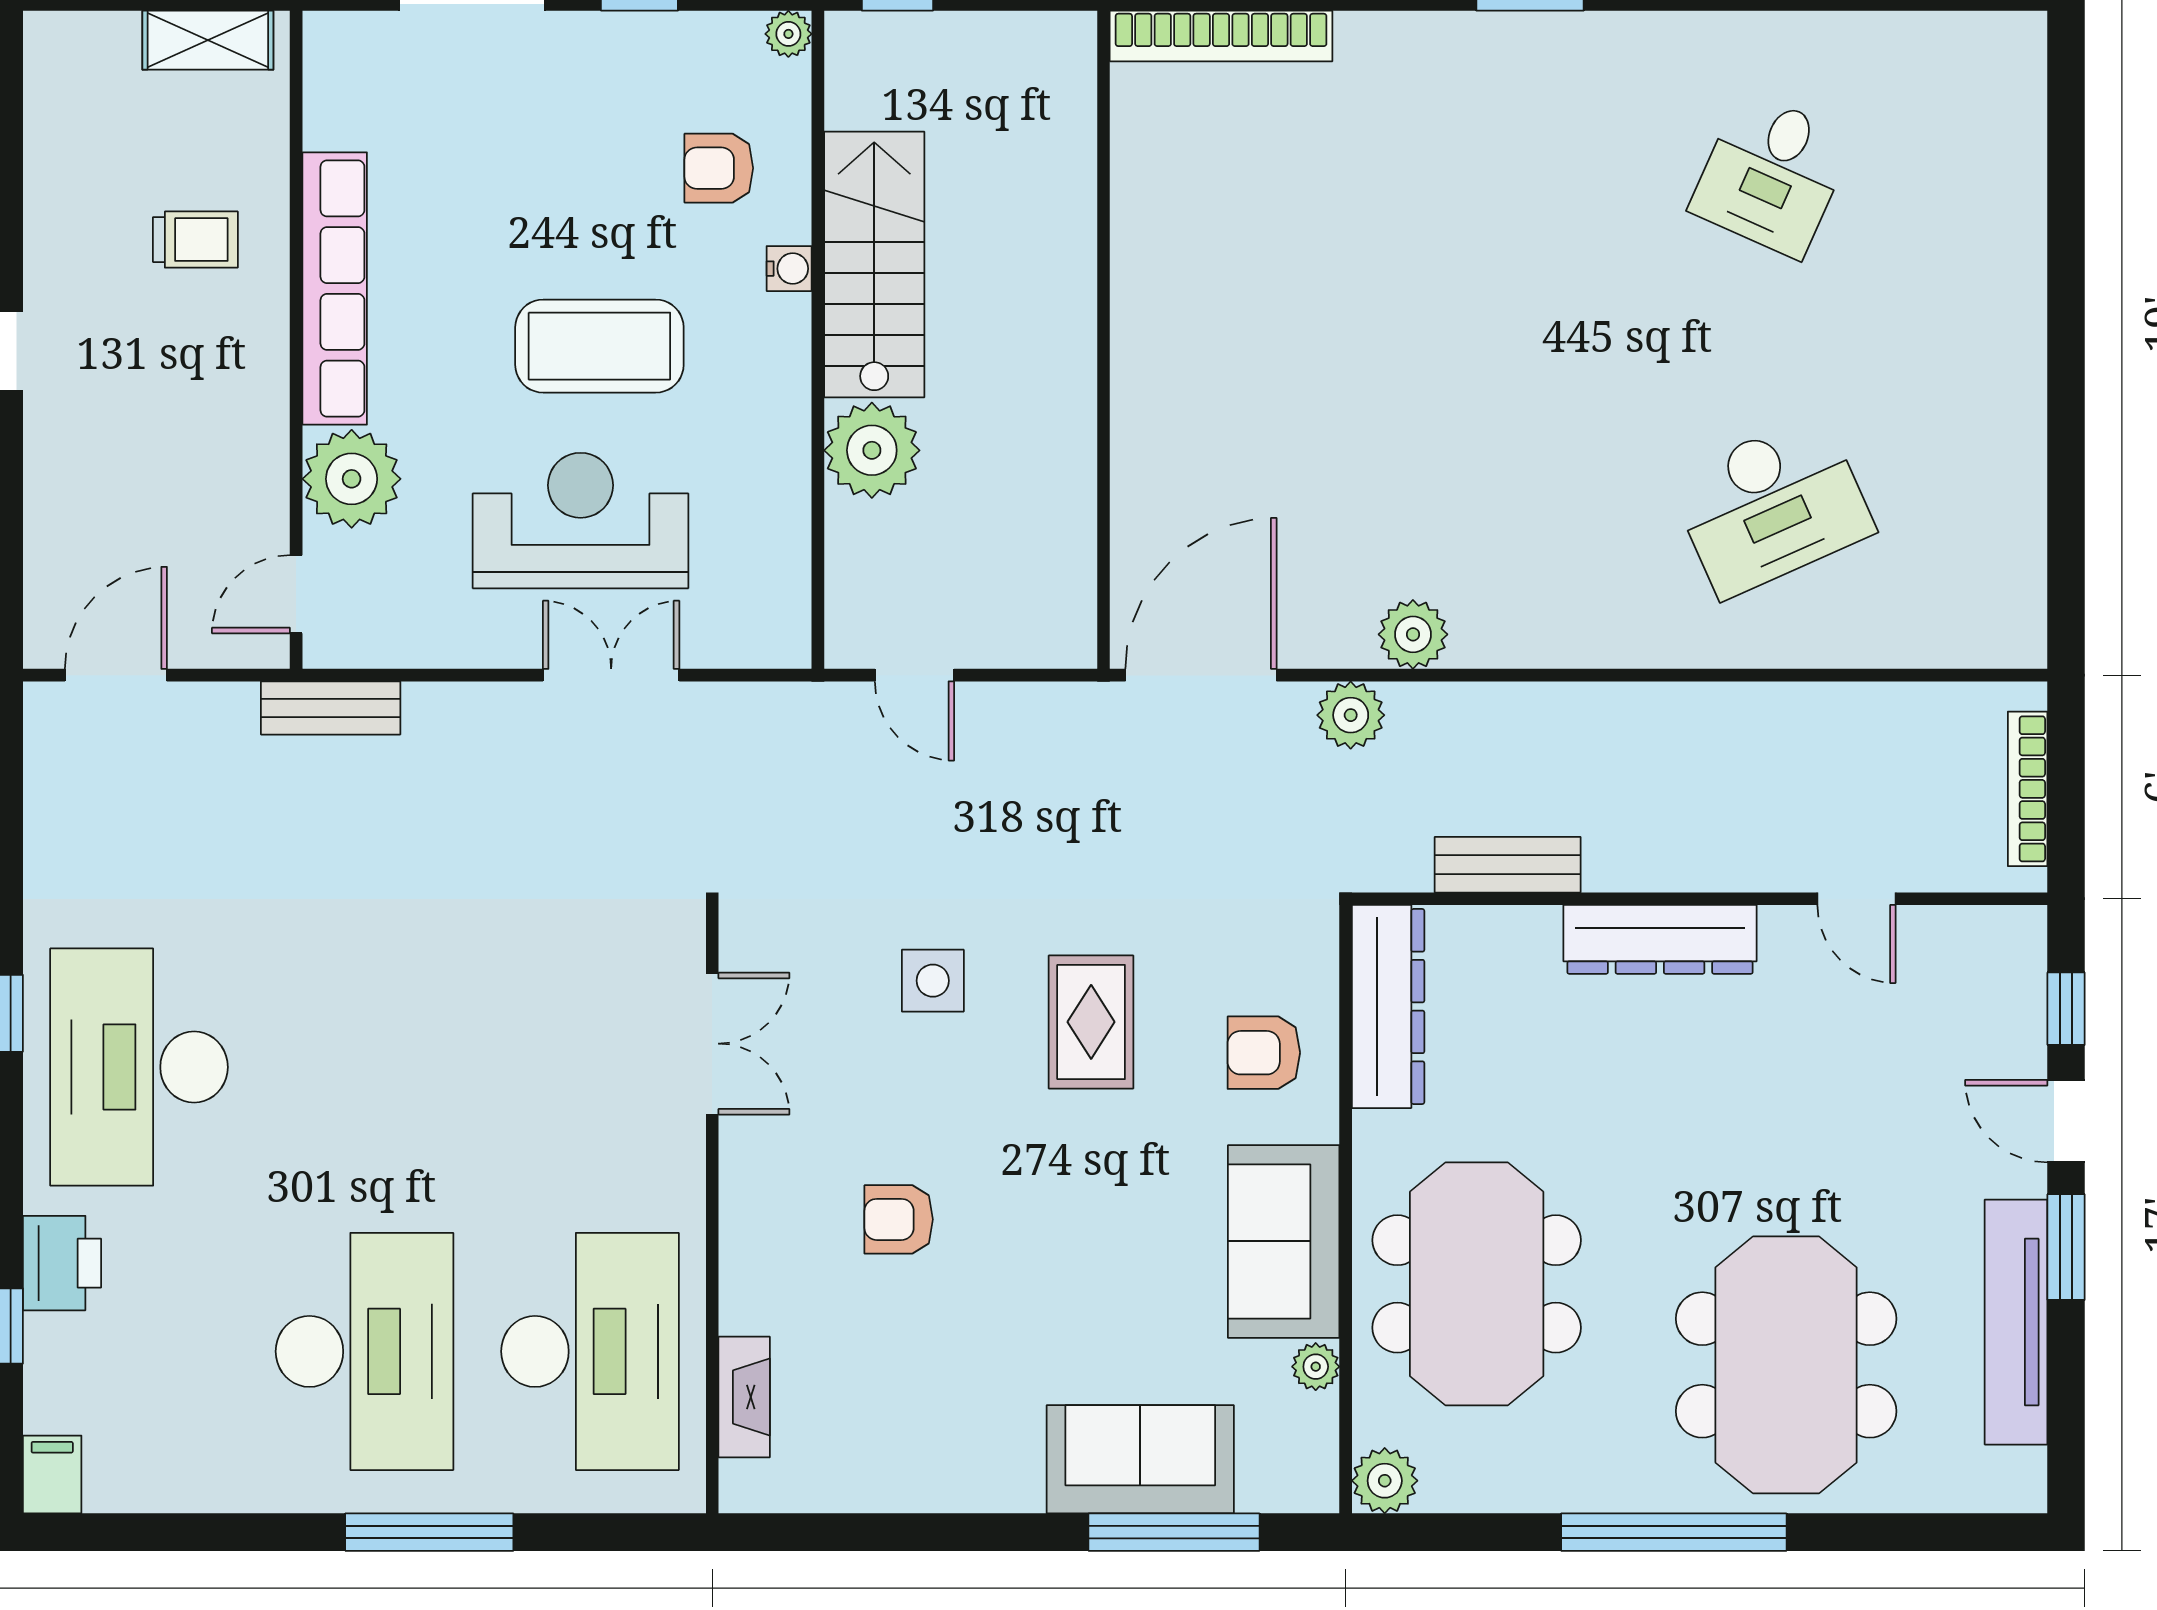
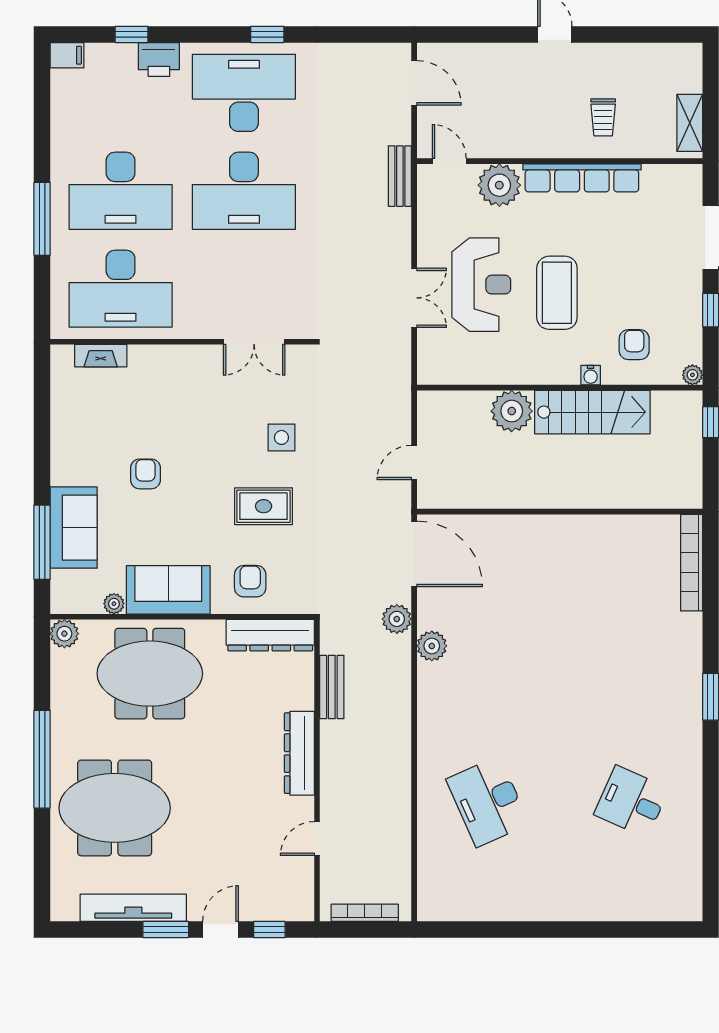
door: (915, 675) -> (414, 463), moved
desk: (364, 1067) -> (244, 191), added
armchair: (899, 1219) -> (145, 474), moved

